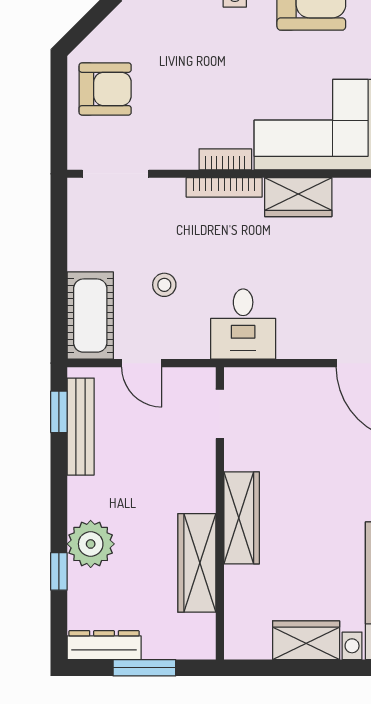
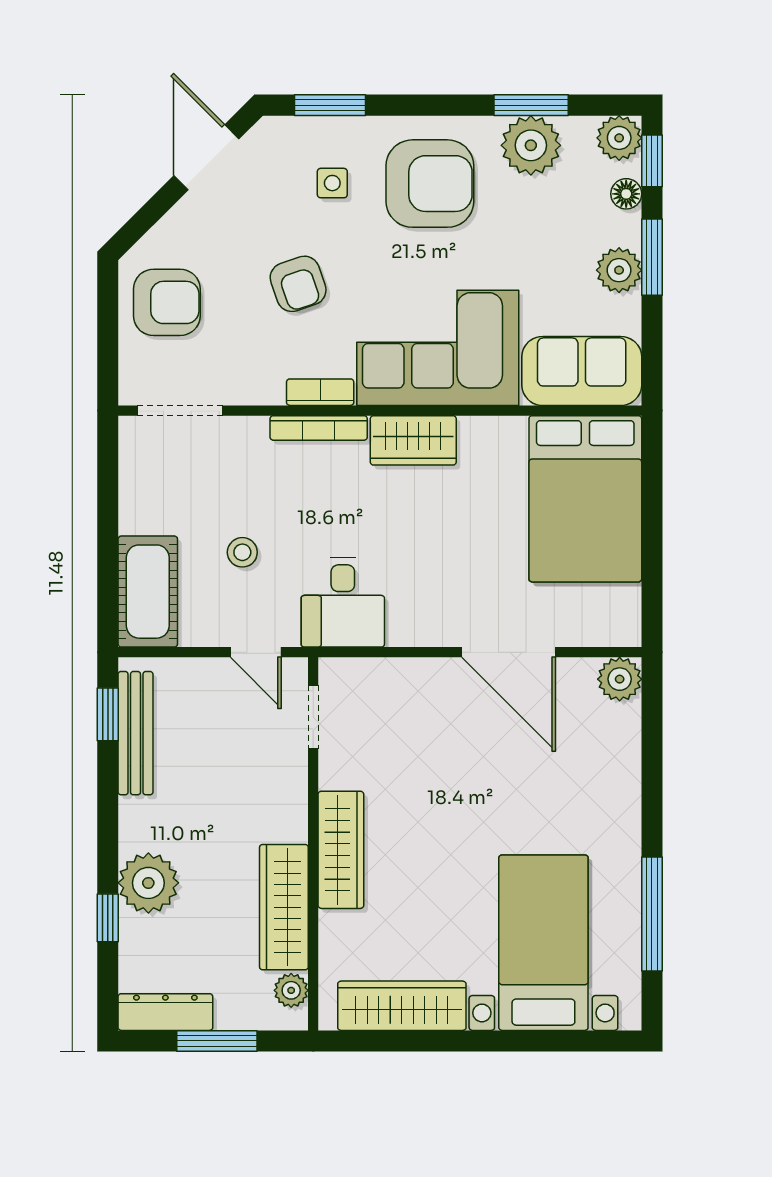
armchair: (208, 74) -> (298, 284), added
door: (142, 363) -> (256, 652), moved
plant: (203, 628) -> (291, 990), added
wardrobe: (306, 640) -> (402, 1006), width x1.50

